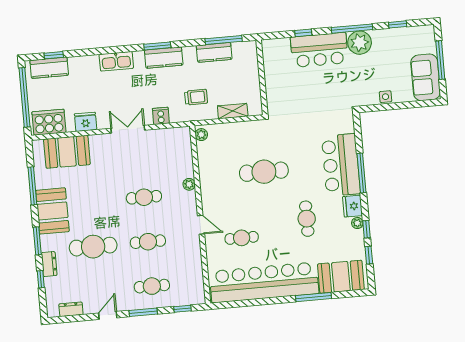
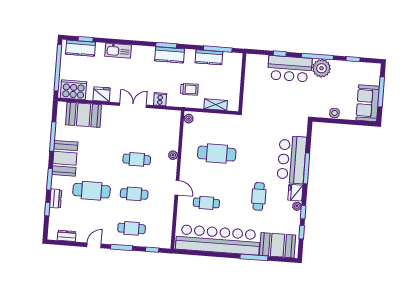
kitchen sink: (116, 61) -> (118, 51), moved
cafe table: (264, 172) -> (217, 154), moved

